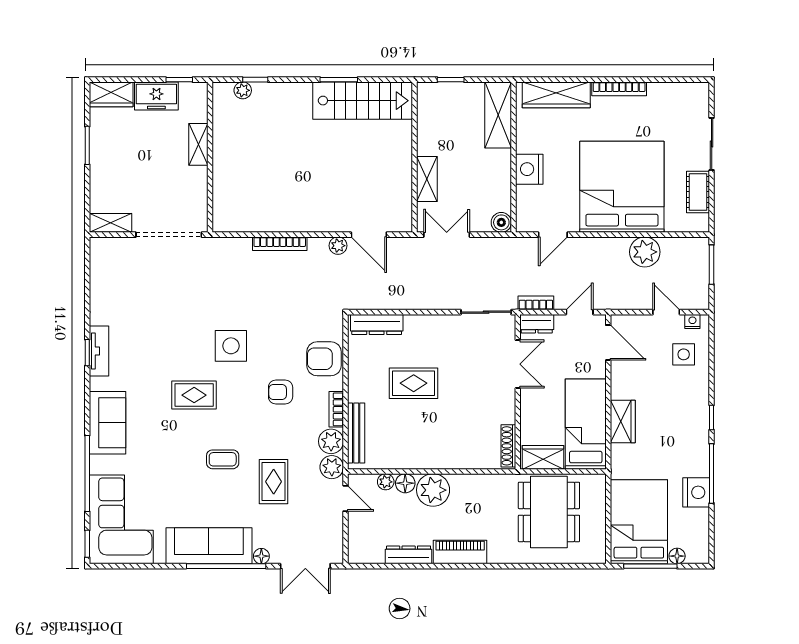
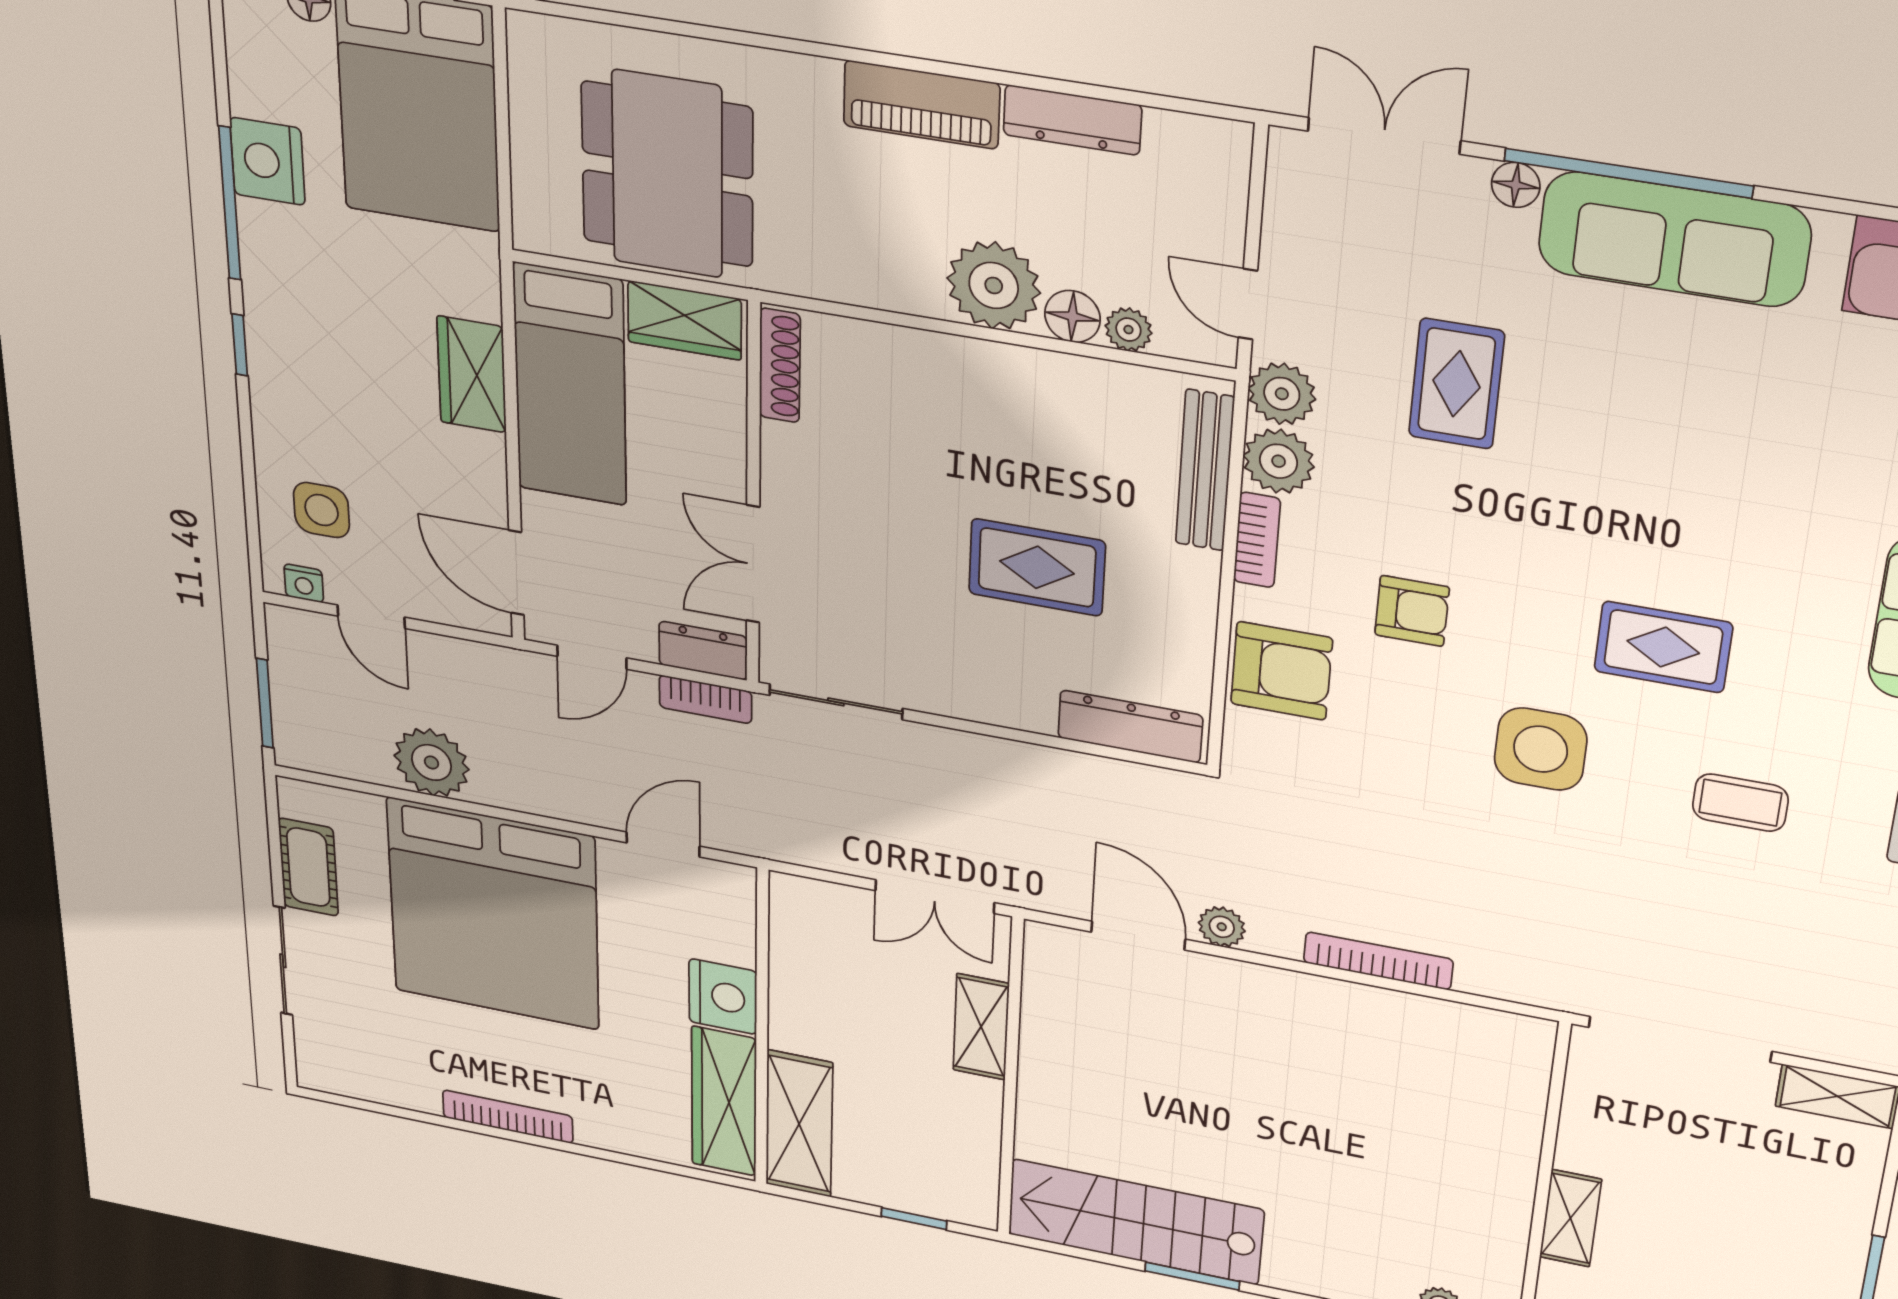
wardrobe: (556, 95) -> (724, 1102), moved, turned -90
boiler: (501, 222) -> (794, 896), removed
coffee table: (223, 459) -> (1740, 803), moved

